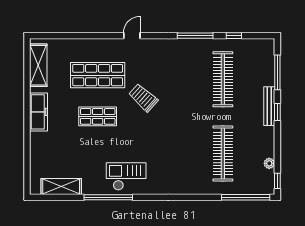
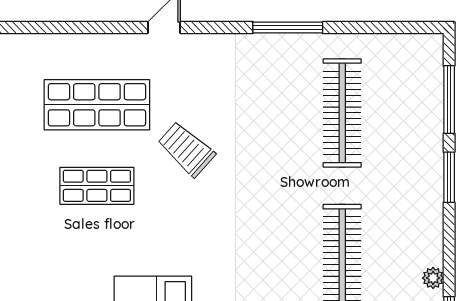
window: (234, 36) -> (364, 28), removed
bench: (269, 106) -> (433, 165), removed
window: (277, 112) -> (449, 177), width x1.50

